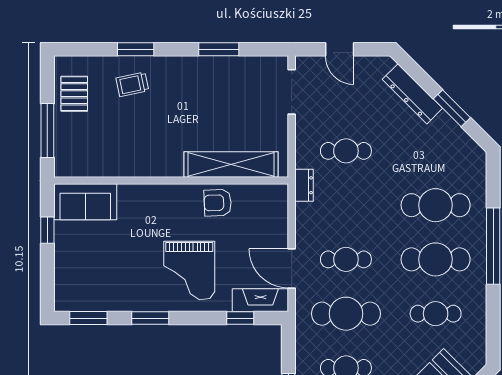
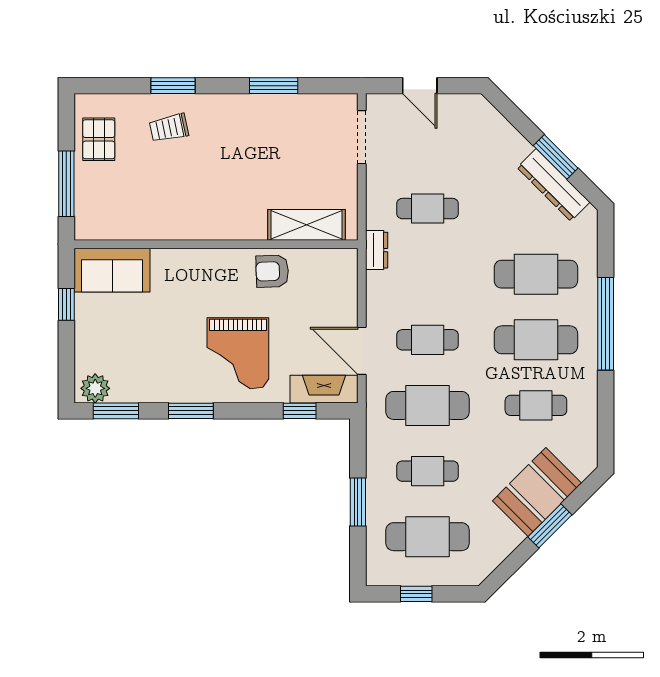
dresser: (412, 94) -> (553, 185), moved
shelving: (231, 164) -> (307, 225), width x0.68
plant: (71, 299) -> (95, 388), added

